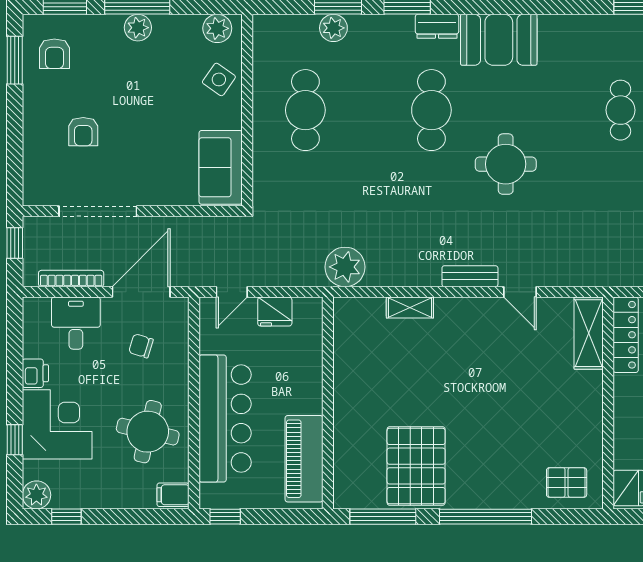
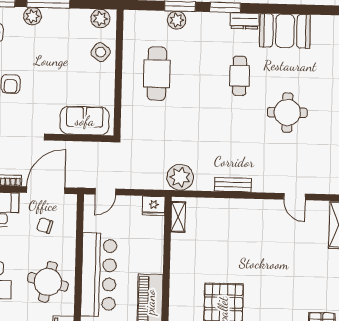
plant: (138, 28) -> (32, 16), moved
cafe table: (431, 110) -> (240, 76), width x0.73, depth x0.74
sofa: (221, 167) -> (85, 121), moved, turned 90
bench: (470, 276) -> (233, 185), moved
shelving: (410, 308) -> (178, 217), moved, turned 90
fridge: (275, 312) -> (154, 206), moved

